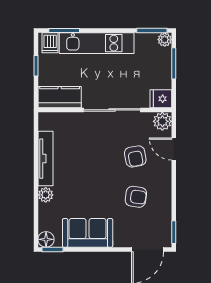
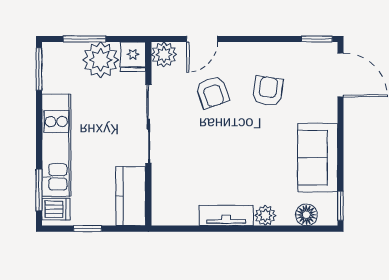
plant: (165, 40) -> (101, 60), moved, width x1.87, depth x1.87
armchair: (135, 156) -> (212, 92), turned 81
tv unit: (46, 159) -> (226, 215), width x0.71
floor lamp: (46, 239) -> (306, 215), moved

